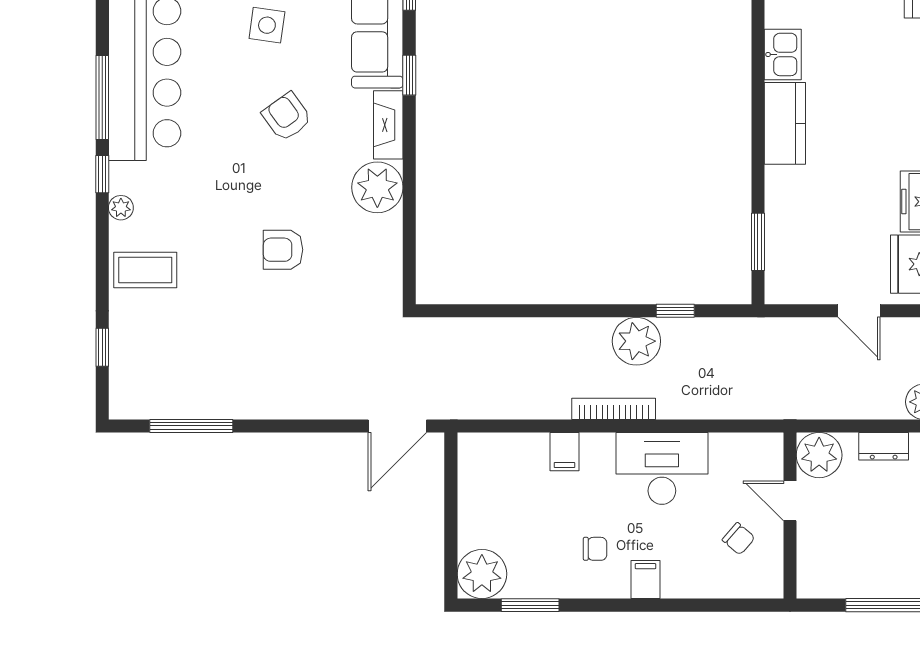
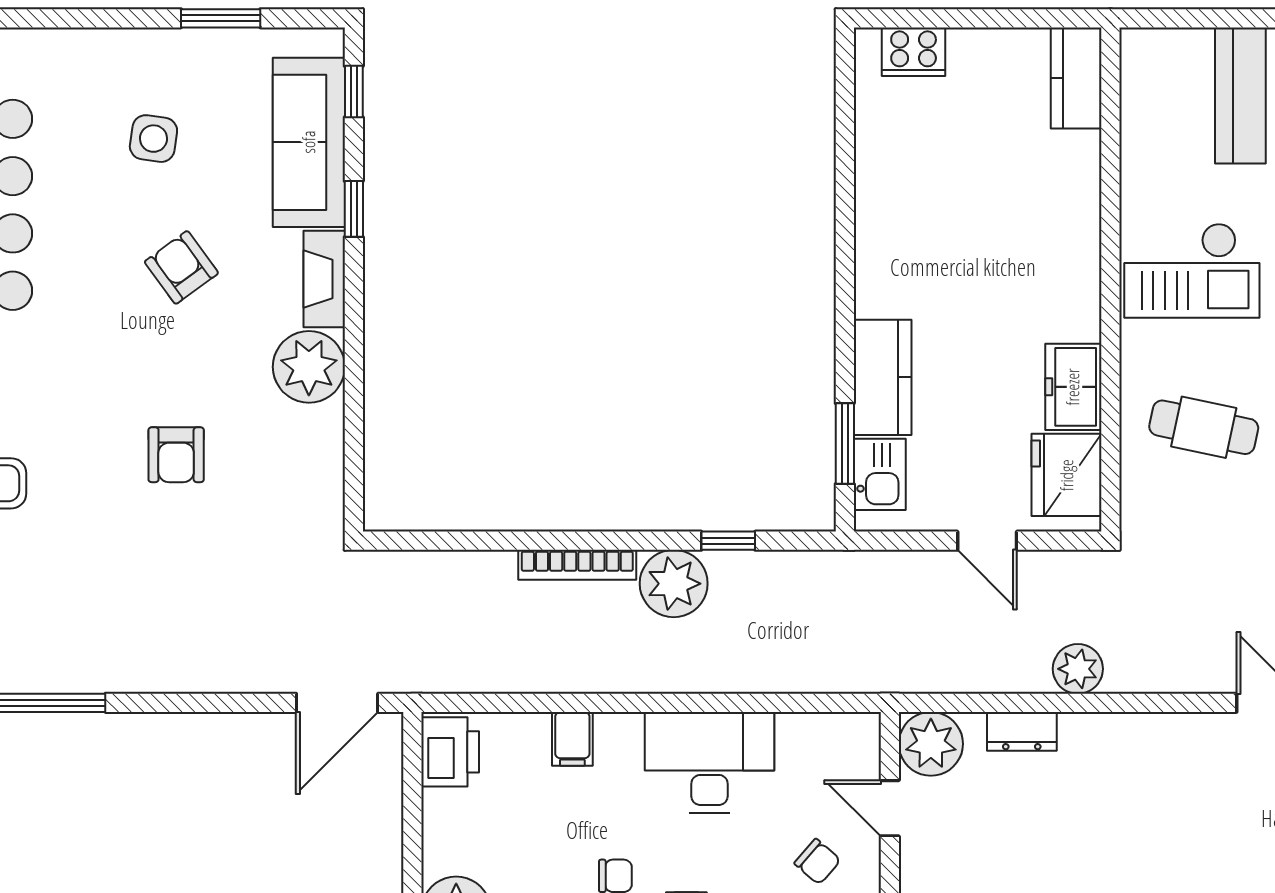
kitchen sink: (783, 54) -> (880, 474), moved
kitchen counter: (785, 123) -> (883, 377), moved
armchair: (283, 250) -> (176, 455), turned -90
bookcase: (614, 409) -> (577, 565), moved, turned 180
printer: (478, 461) -> (450, 752), added

